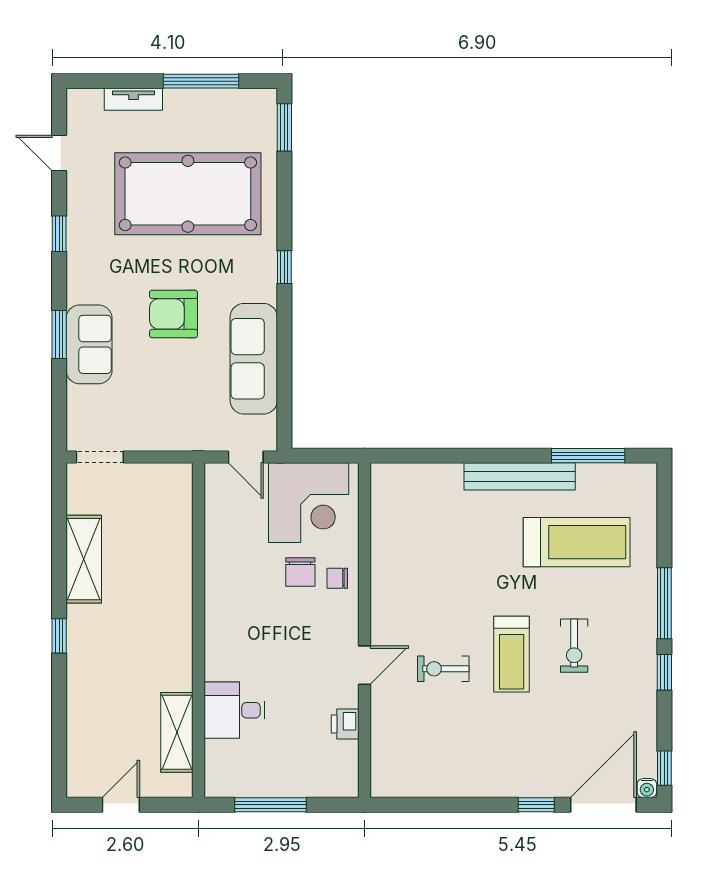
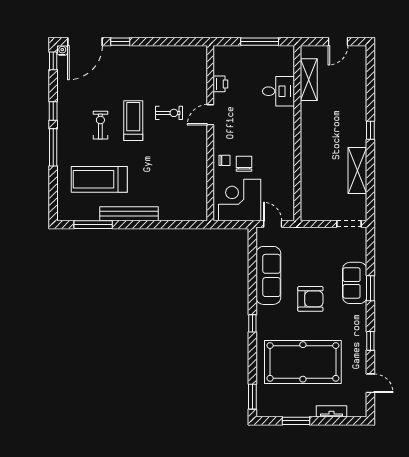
window: (201, 81) -> (296, 421), width x0.69

